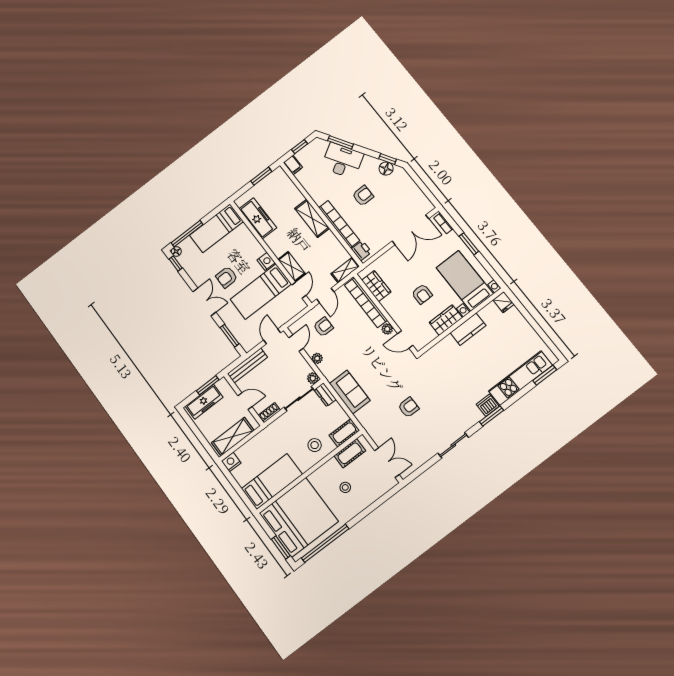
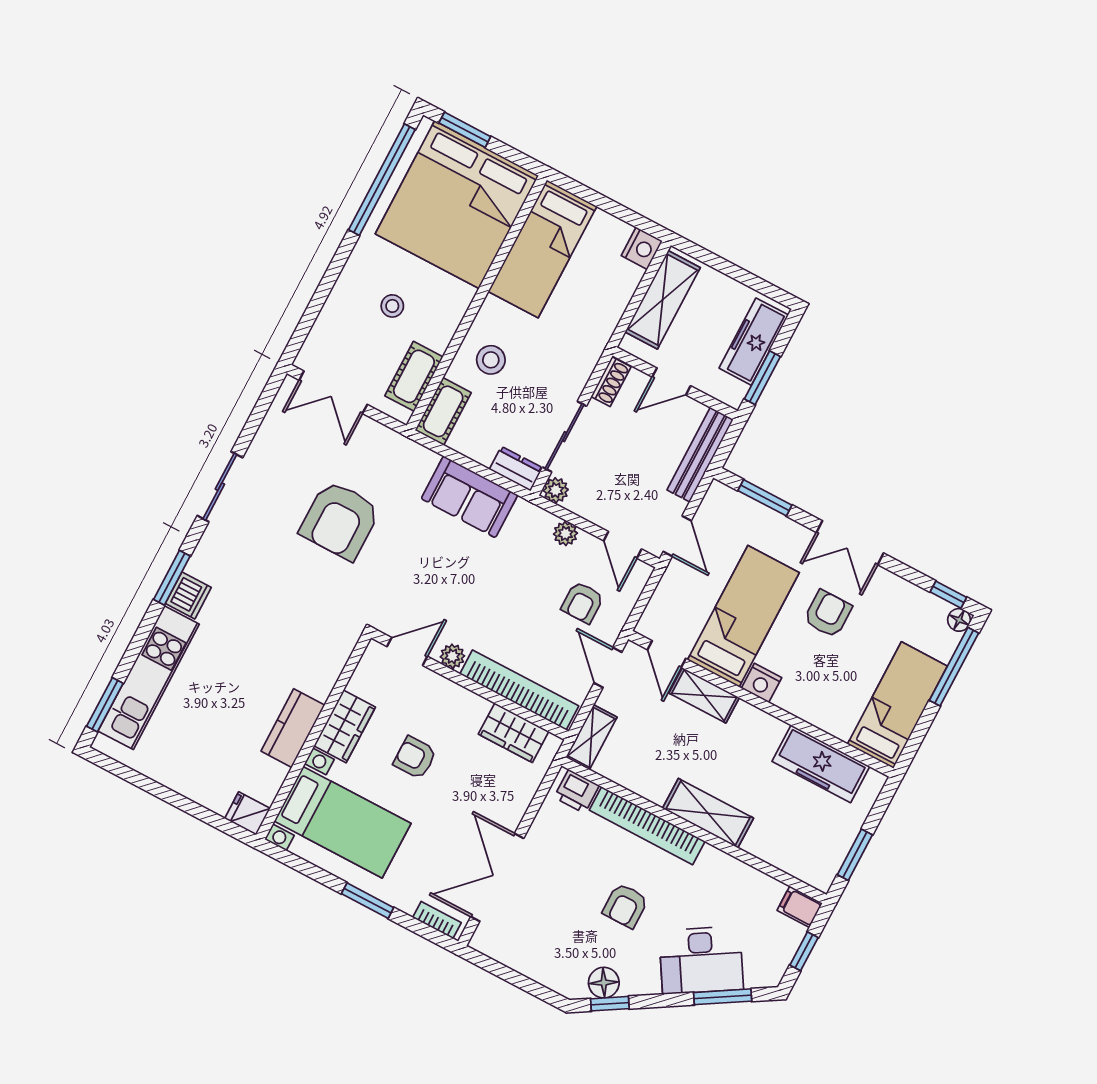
armchair: (409, 407) -> (340, 520), width x1.88, depth x1.88

